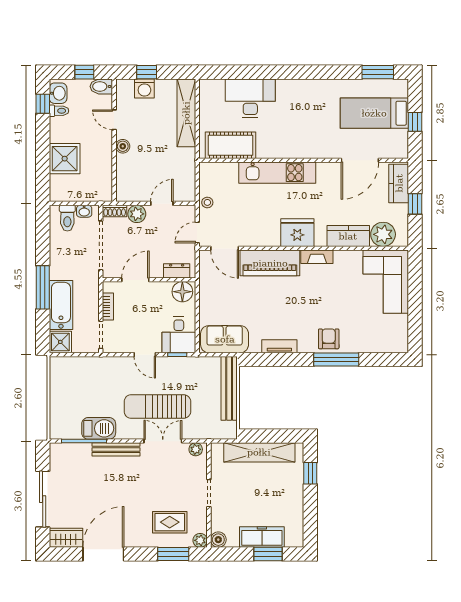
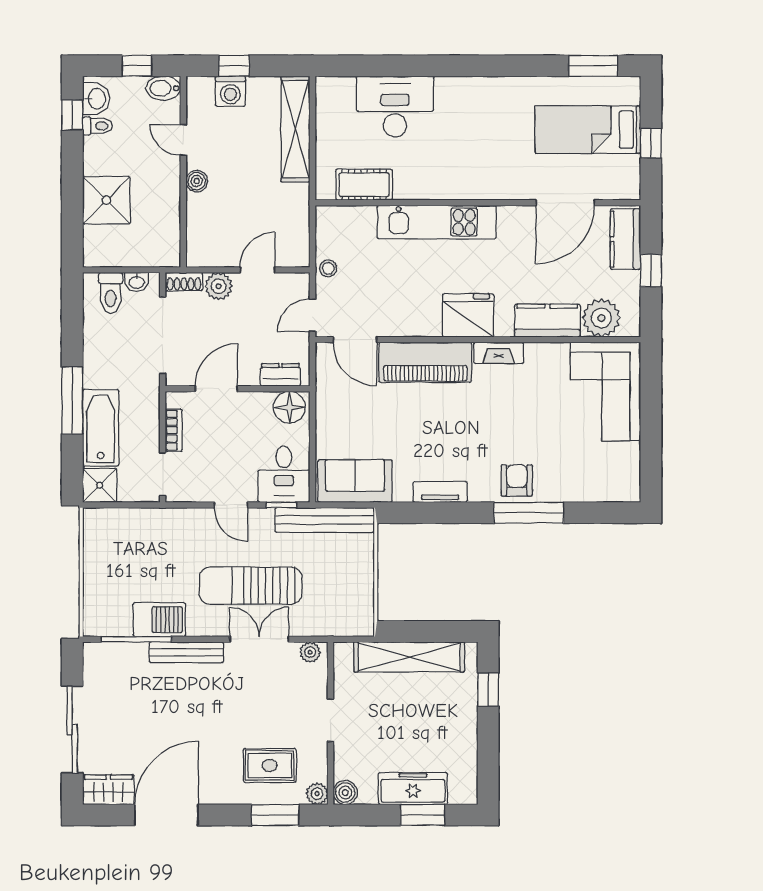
cot: (230, 145) -> (364, 185), width x0.73, depth x0.75
bench: (229, 388) -> (325, 520), moved, turned 90

